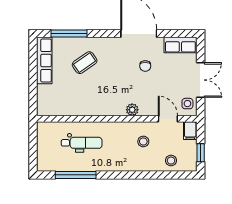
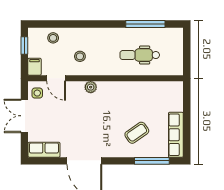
chair: (145, 66) -> (78, 129), removed

